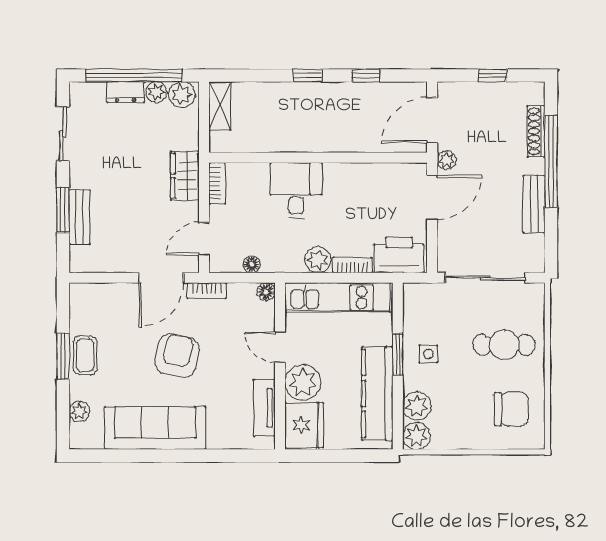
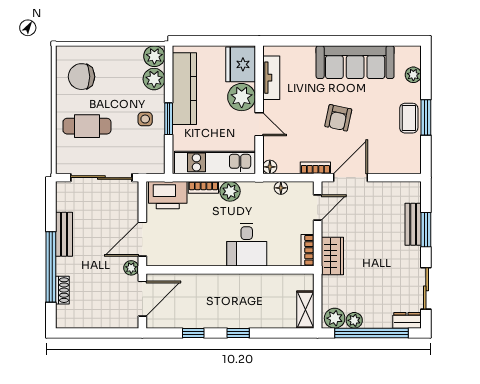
window: (493, 75) -> (96, 333), removed
dresser: (125, 92) -> (407, 320), moved
shoe rack: (536, 131) -> (62, 290), width x0.70
armchair: (177, 356) -> (338, 118), width x0.72, depth x0.72

